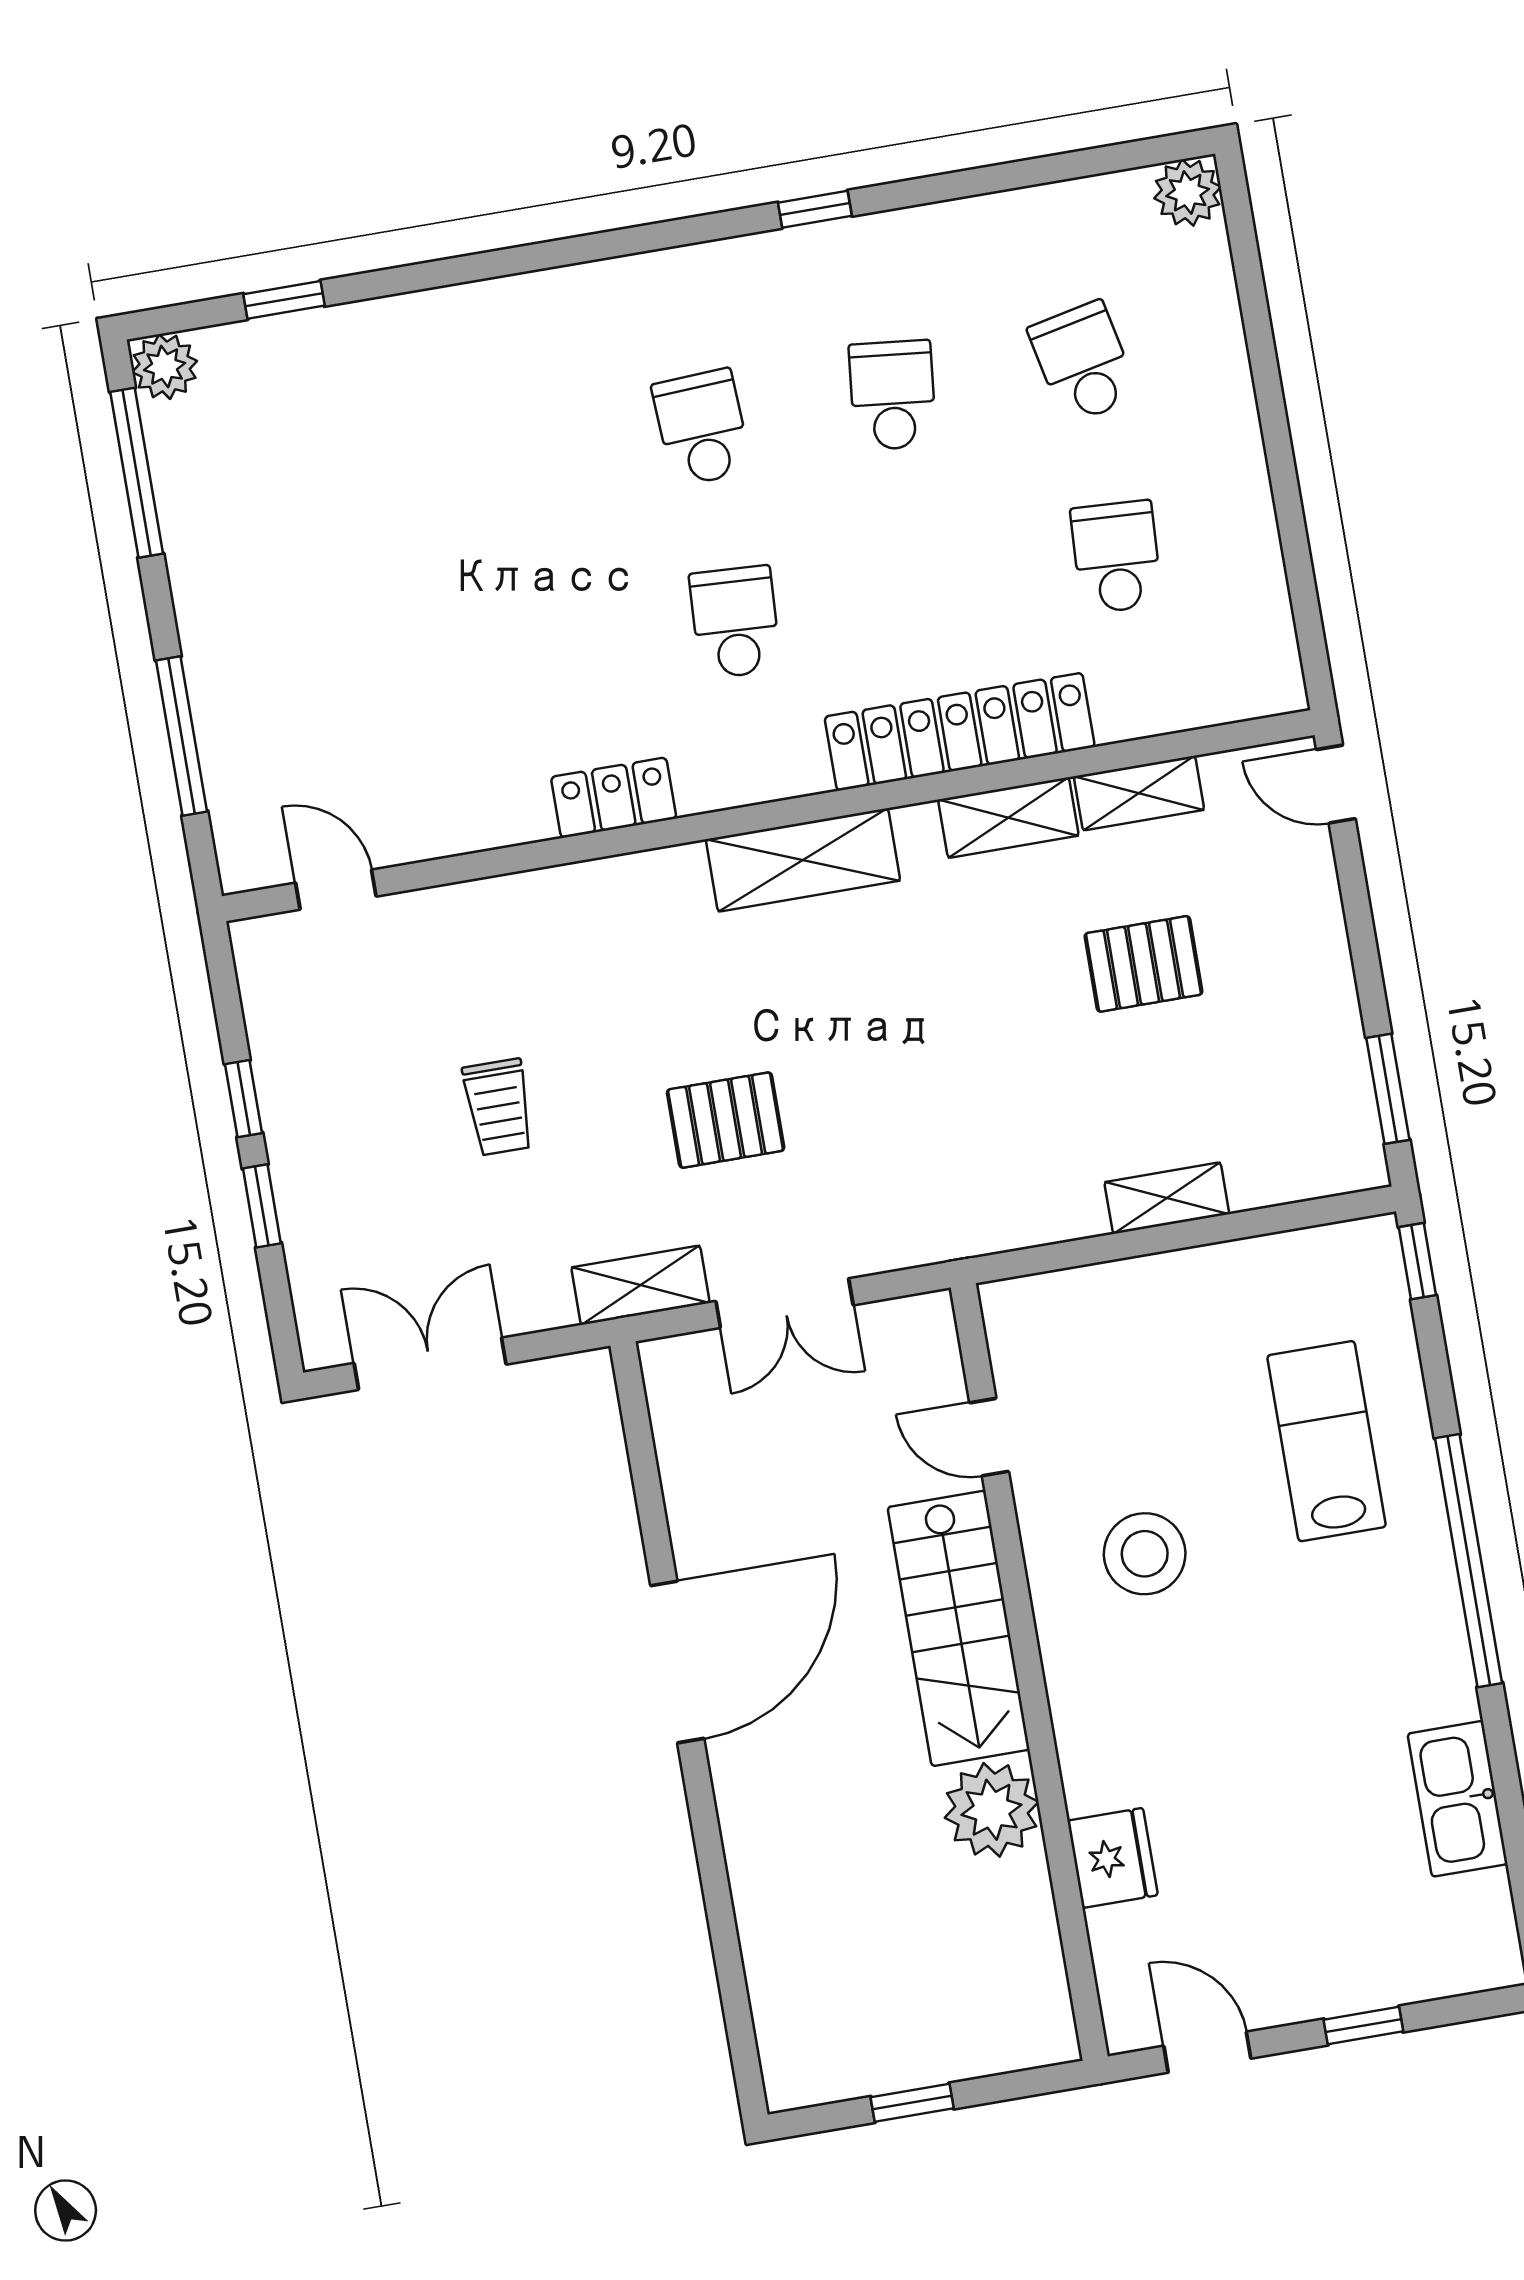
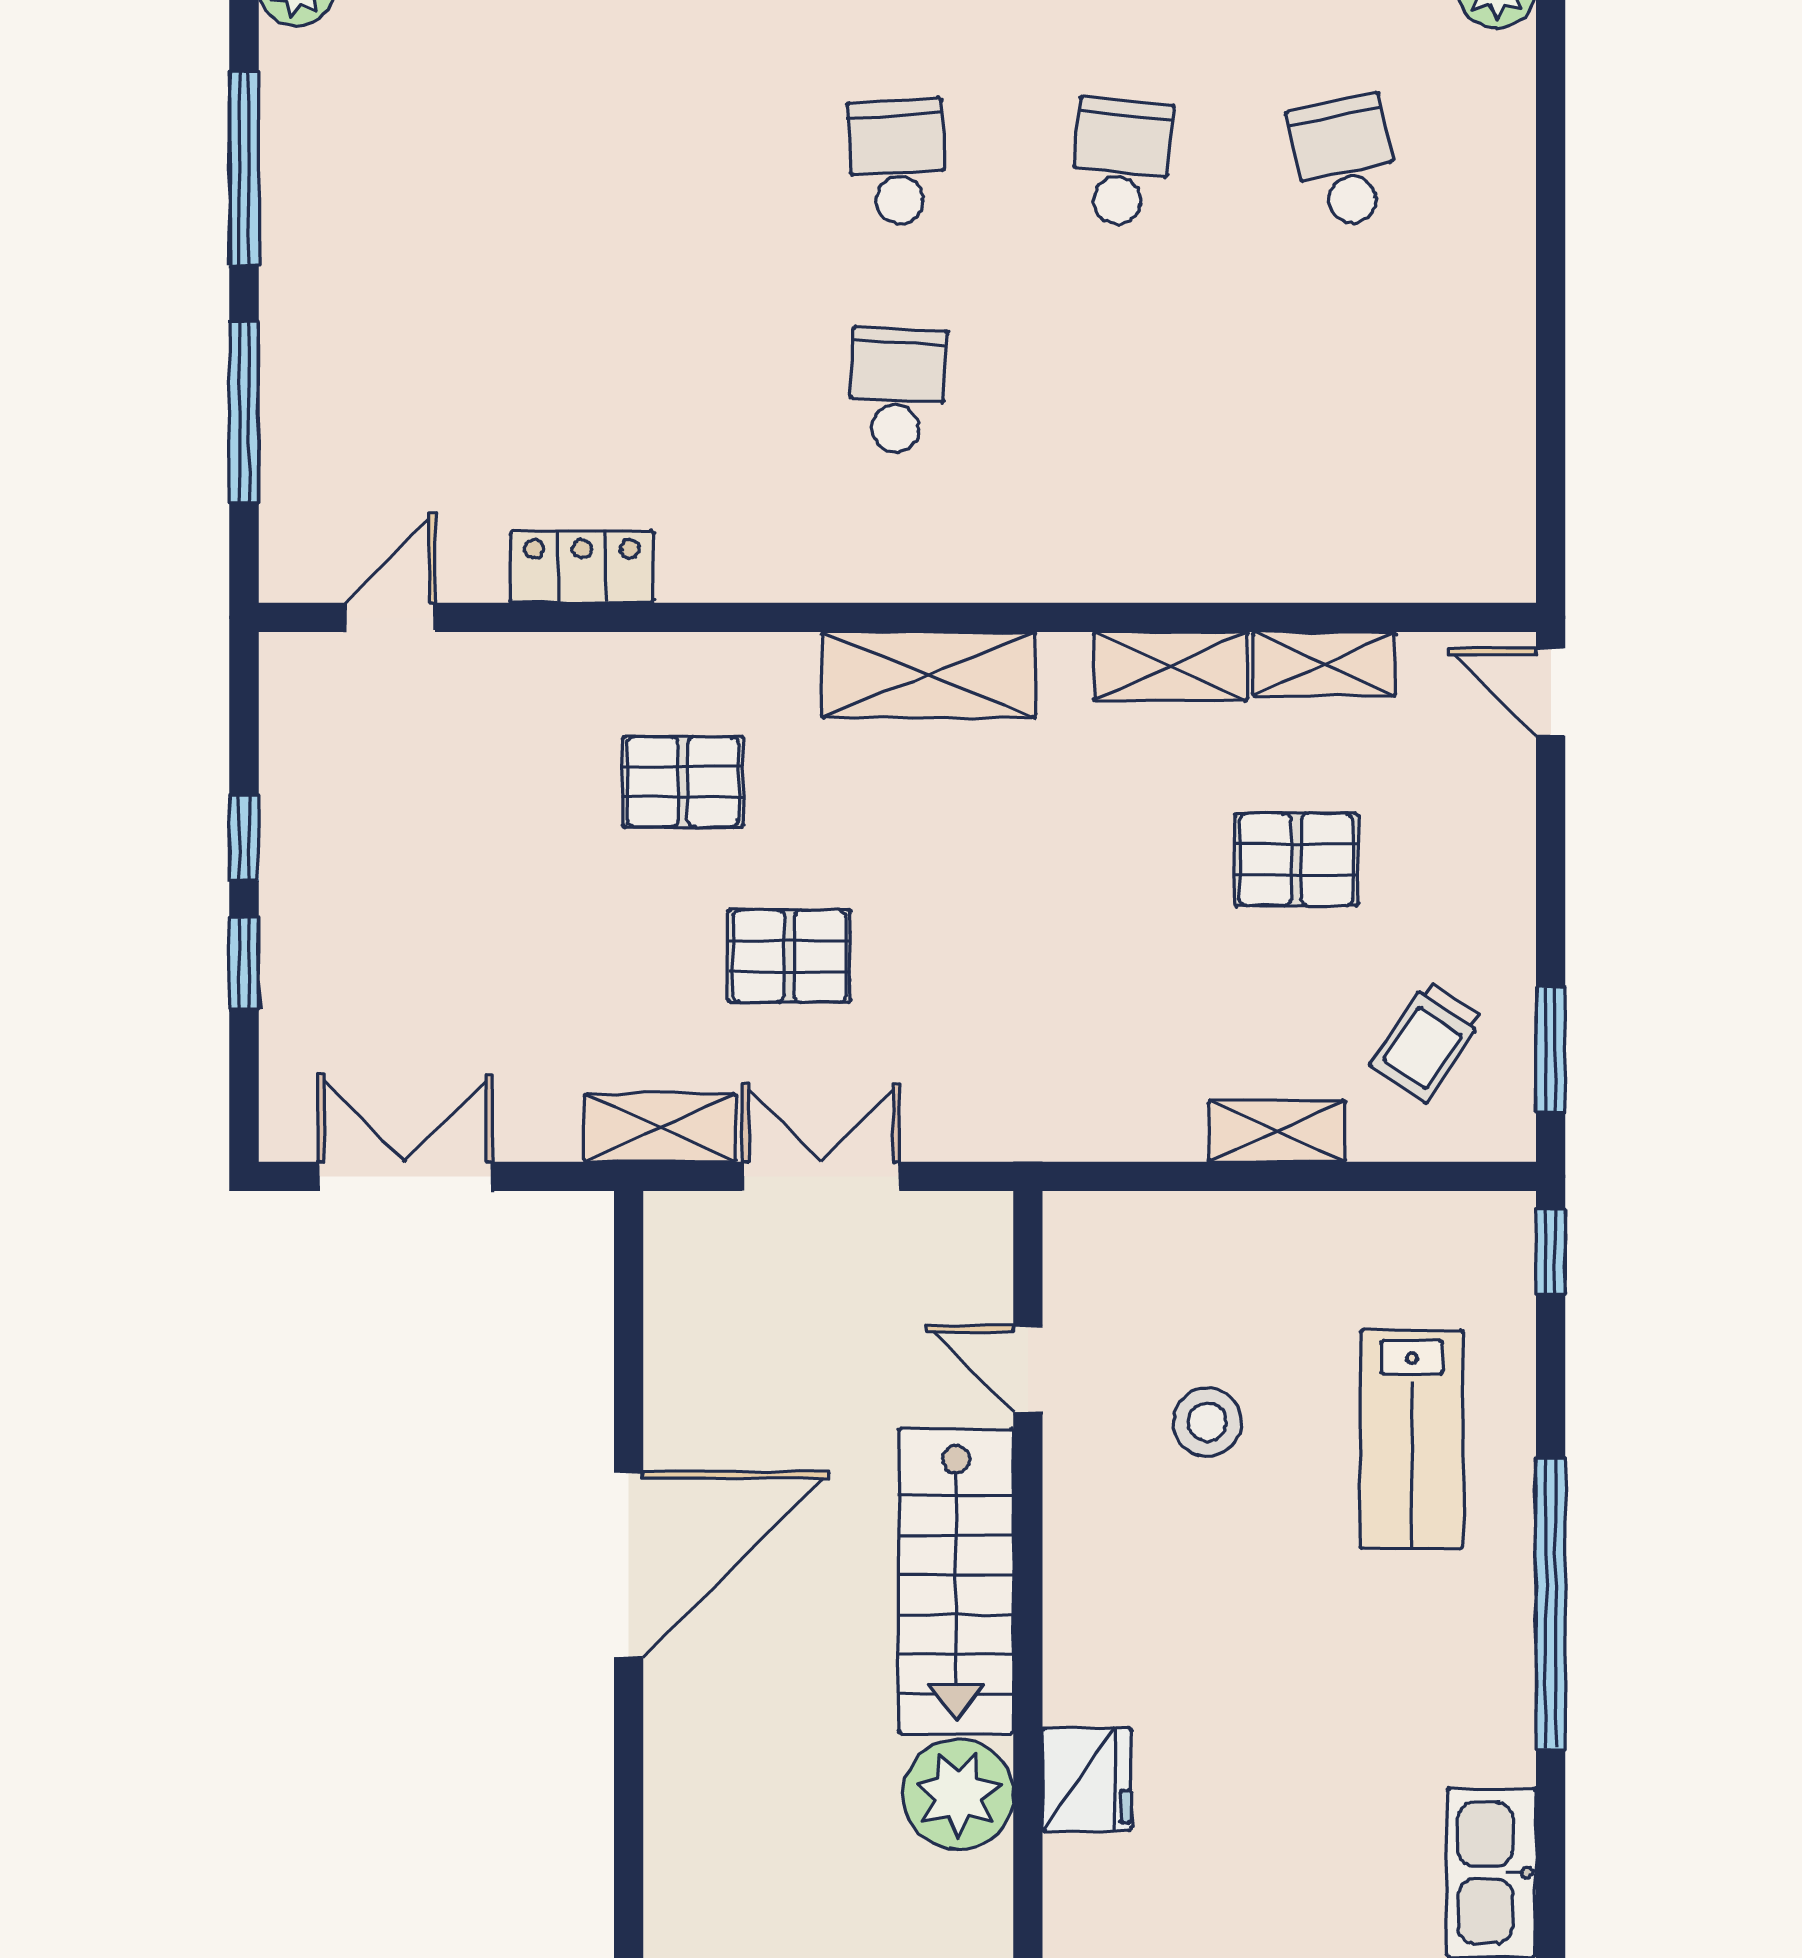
window: (137, 473) -> (244, 169), moved
school desk: (1116, 557) -> (1345, 390), removed
locker: (960, 732) -> (1132, 559), removed
locker: (614, 798) -> (582, 567), moved
door: (336, 890) -> (390, 617), hinge flipped
pallet: (609, 987) -> (683, 782), added
trolley: (498, 1107) -> (1427, 1042), moved, turned 34
double door: (784, 1303) -> (821, 1176), swing flipped
lab bench: (1327, 1441) -> (1412, 1439), turned 180
stool: (1145, 1554) -> (1207, 1422), moved, width x0.73, depth x0.73
fridge: (1113, 1858) -> (1087, 1779), moved

